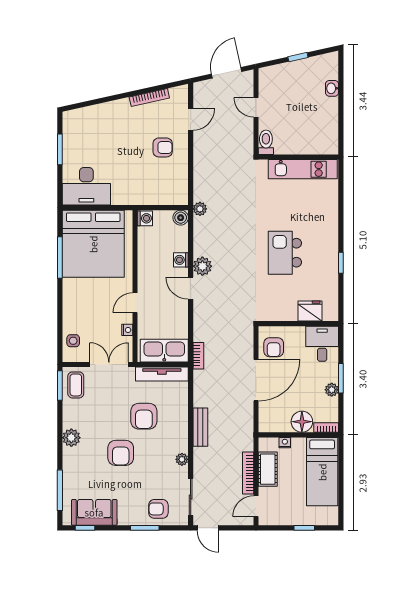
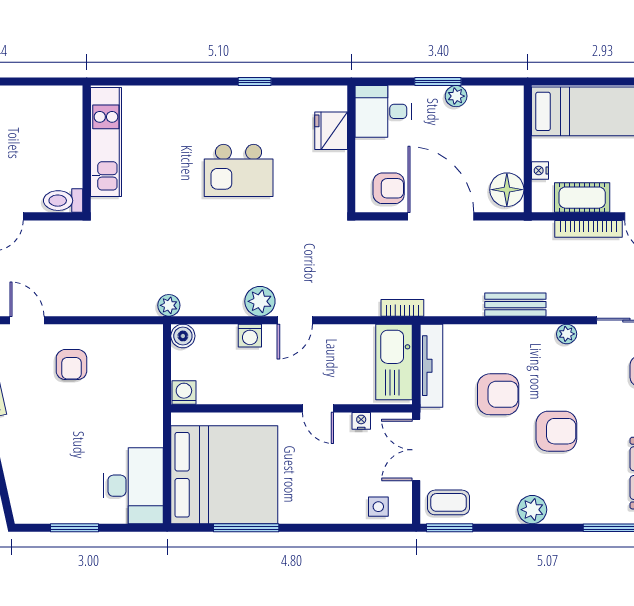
armchair: (163, 147) -> (71, 365), turned 180
floor lamp: (302, 422) -> (507, 190), moved
bookcase: (326, 427) -> (516, 105), removed

